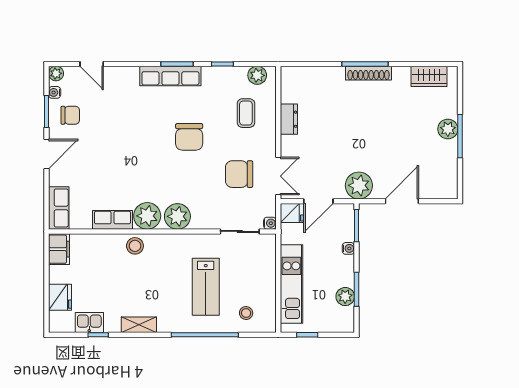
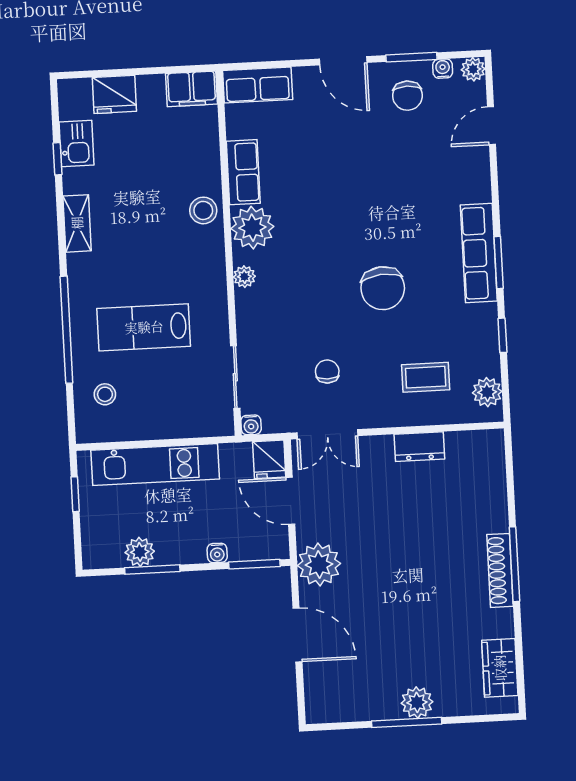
chair: (189, 137) -> (383, 288), turned -95
chair: (239, 174) -> (327, 372), width x0.54, depth x0.54
plant: (177, 216) -> (244, 277), width x0.53, depth x0.53

